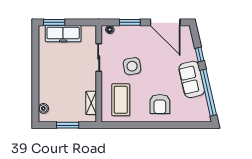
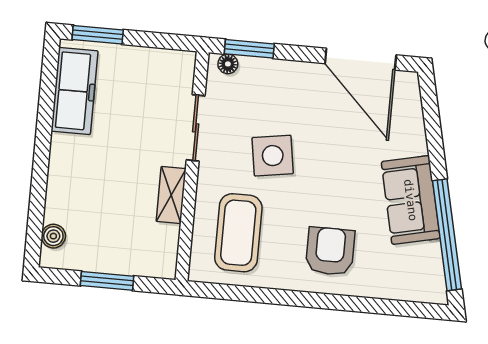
window: (130, 22) -> (249, 49), moved
freezer: (63, 34) -> (75, 91), moved, turned -90
window: (200, 54) -> (435, 143), removed
shelving: (91, 103) -> (171, 195), moved
armchair: (160, 104) -> (330, 251), turned 180

